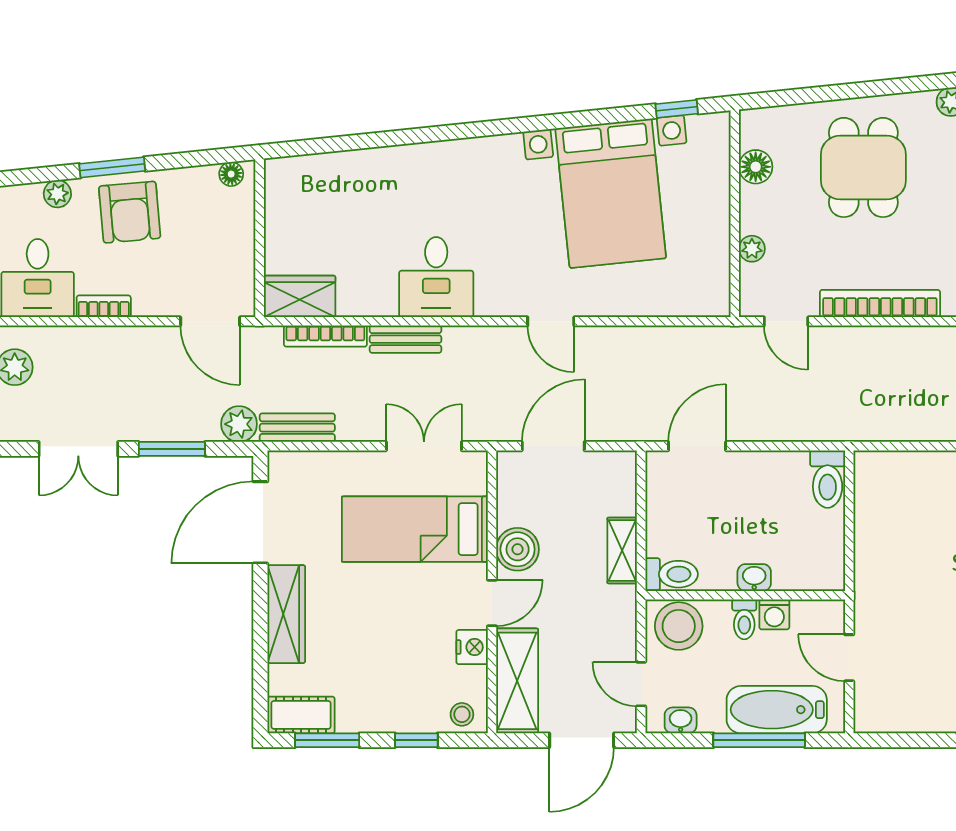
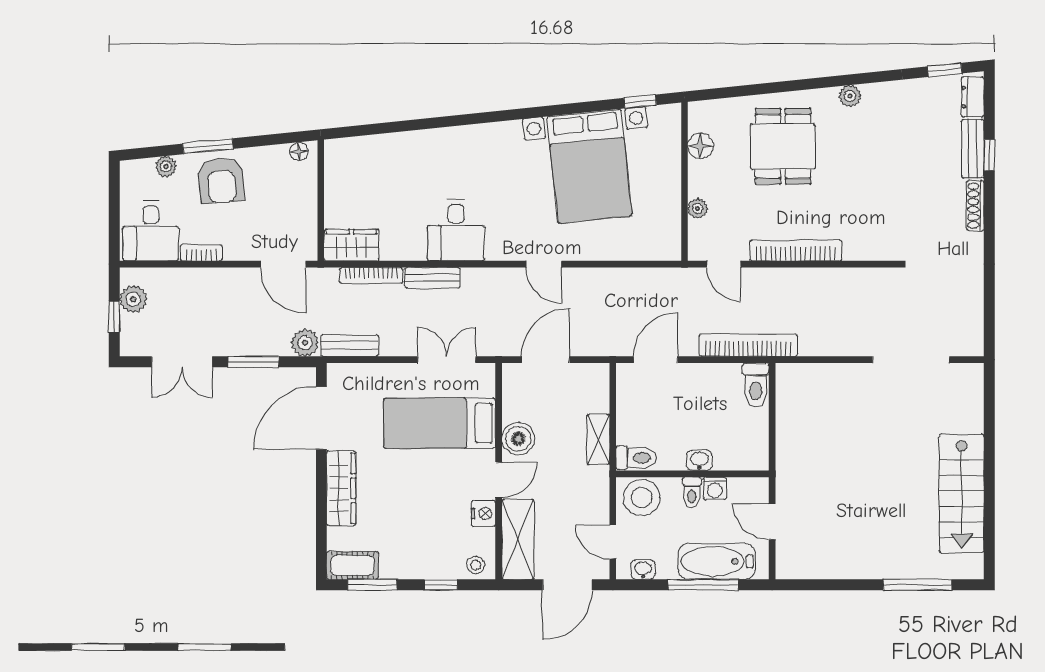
bookcase: (818, 427) -> (748, 345), added

